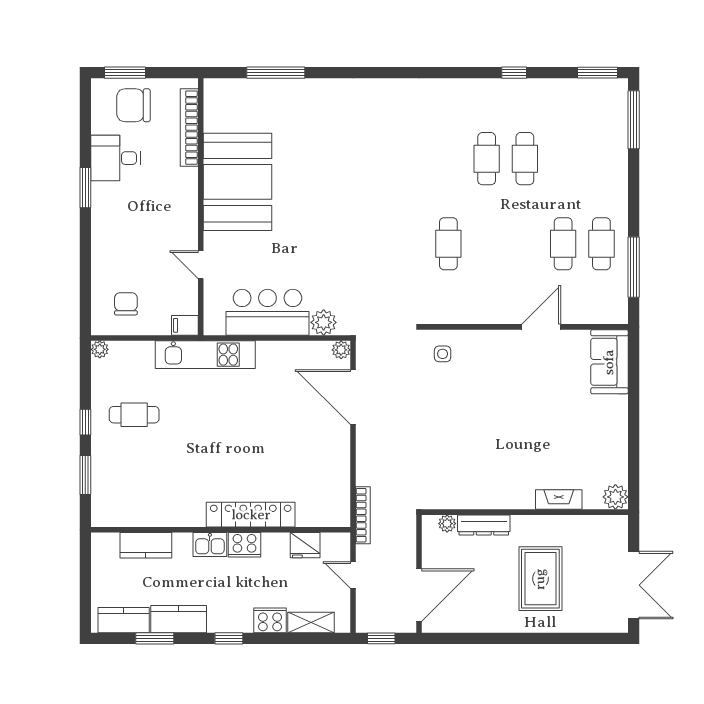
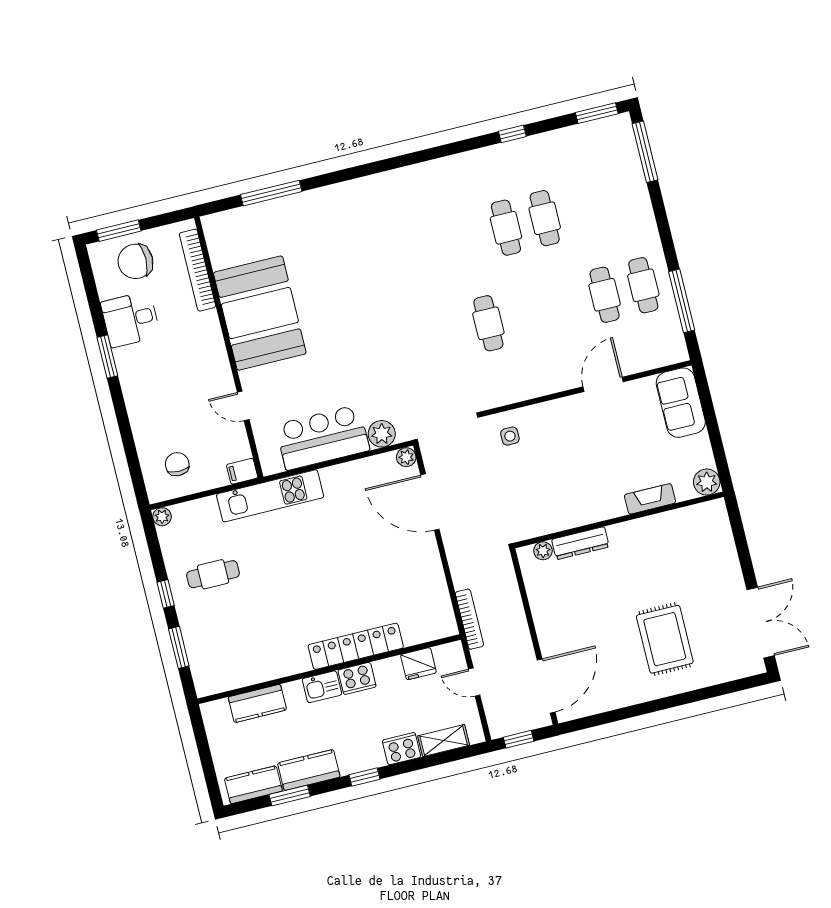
plant: (615, 497) -> (707, 482), moved
fireplace: (559, 500) -> (650, 499), moved
wall: (525, 512) -> (619, 520), moved
plant: (447, 524) -> (543, 551), moved
dresser: (484, 525) -> (580, 543), moved

